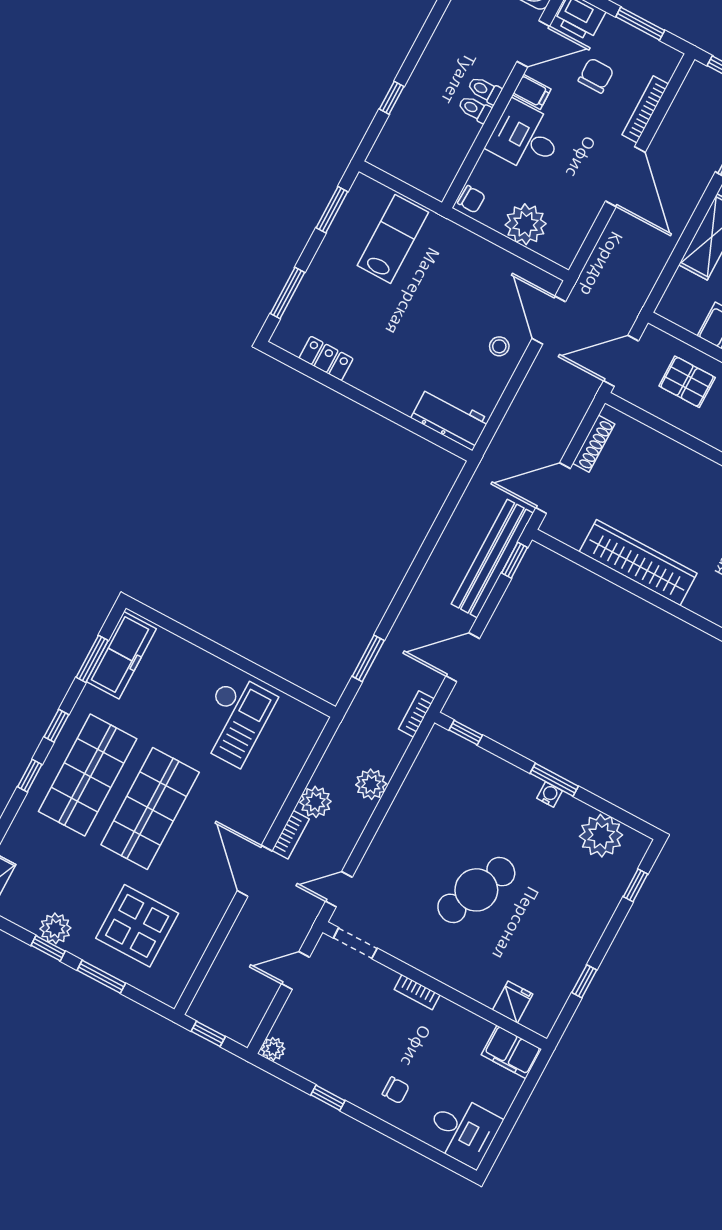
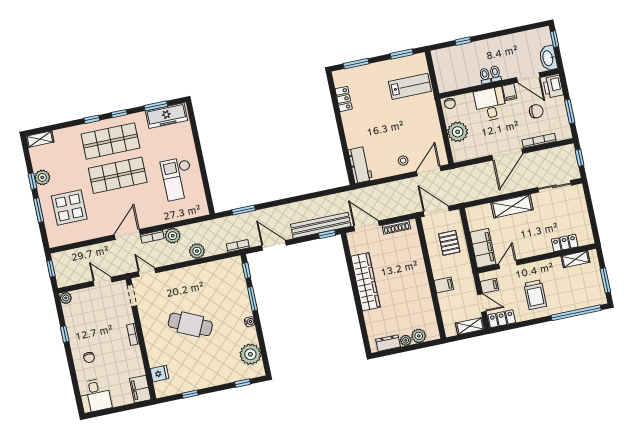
checkout: (234, 719) -> (178, 179), turned 90
window: (554, 780) -> (252, 299), moved

